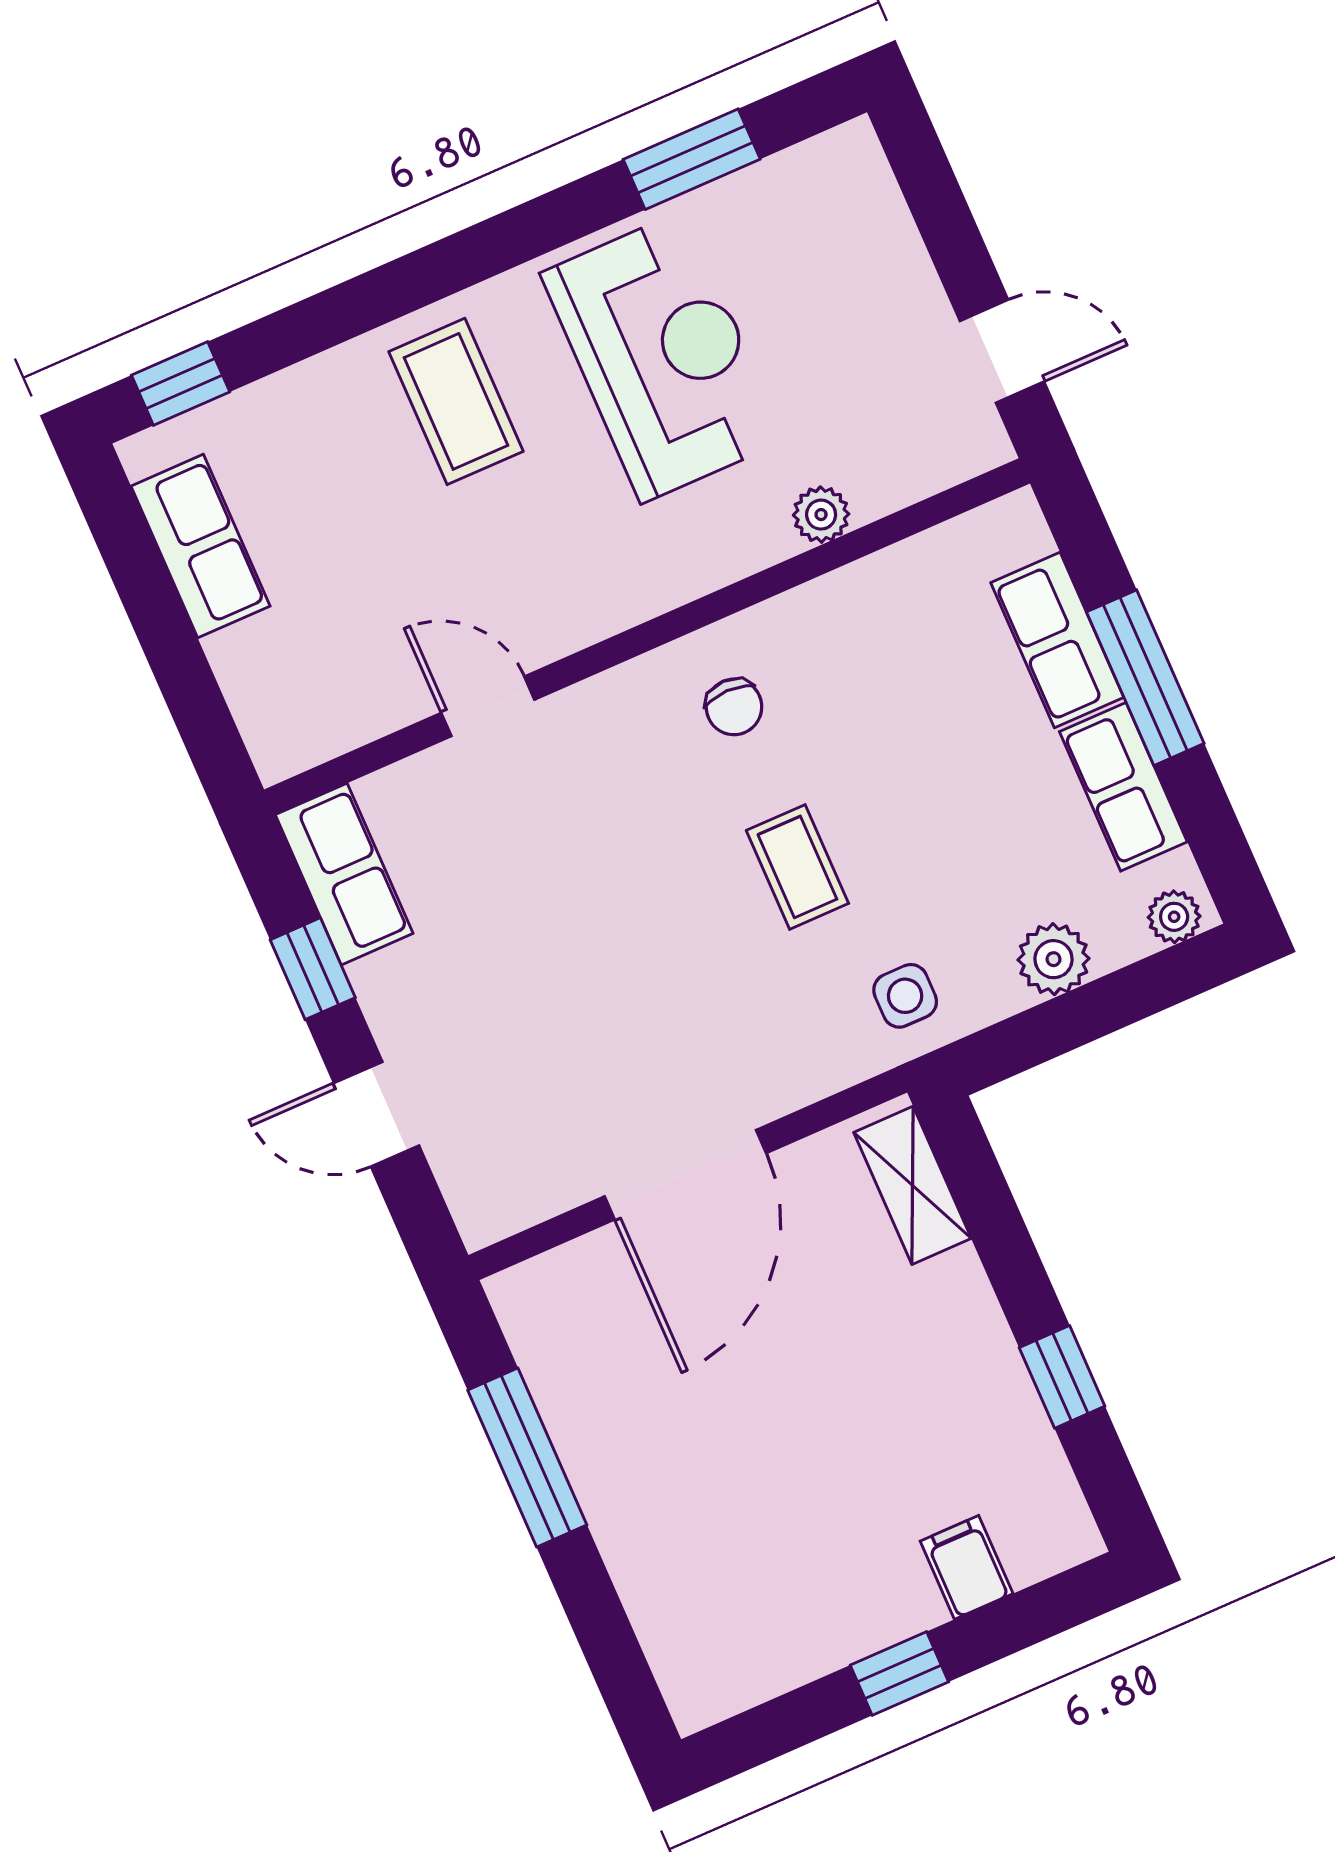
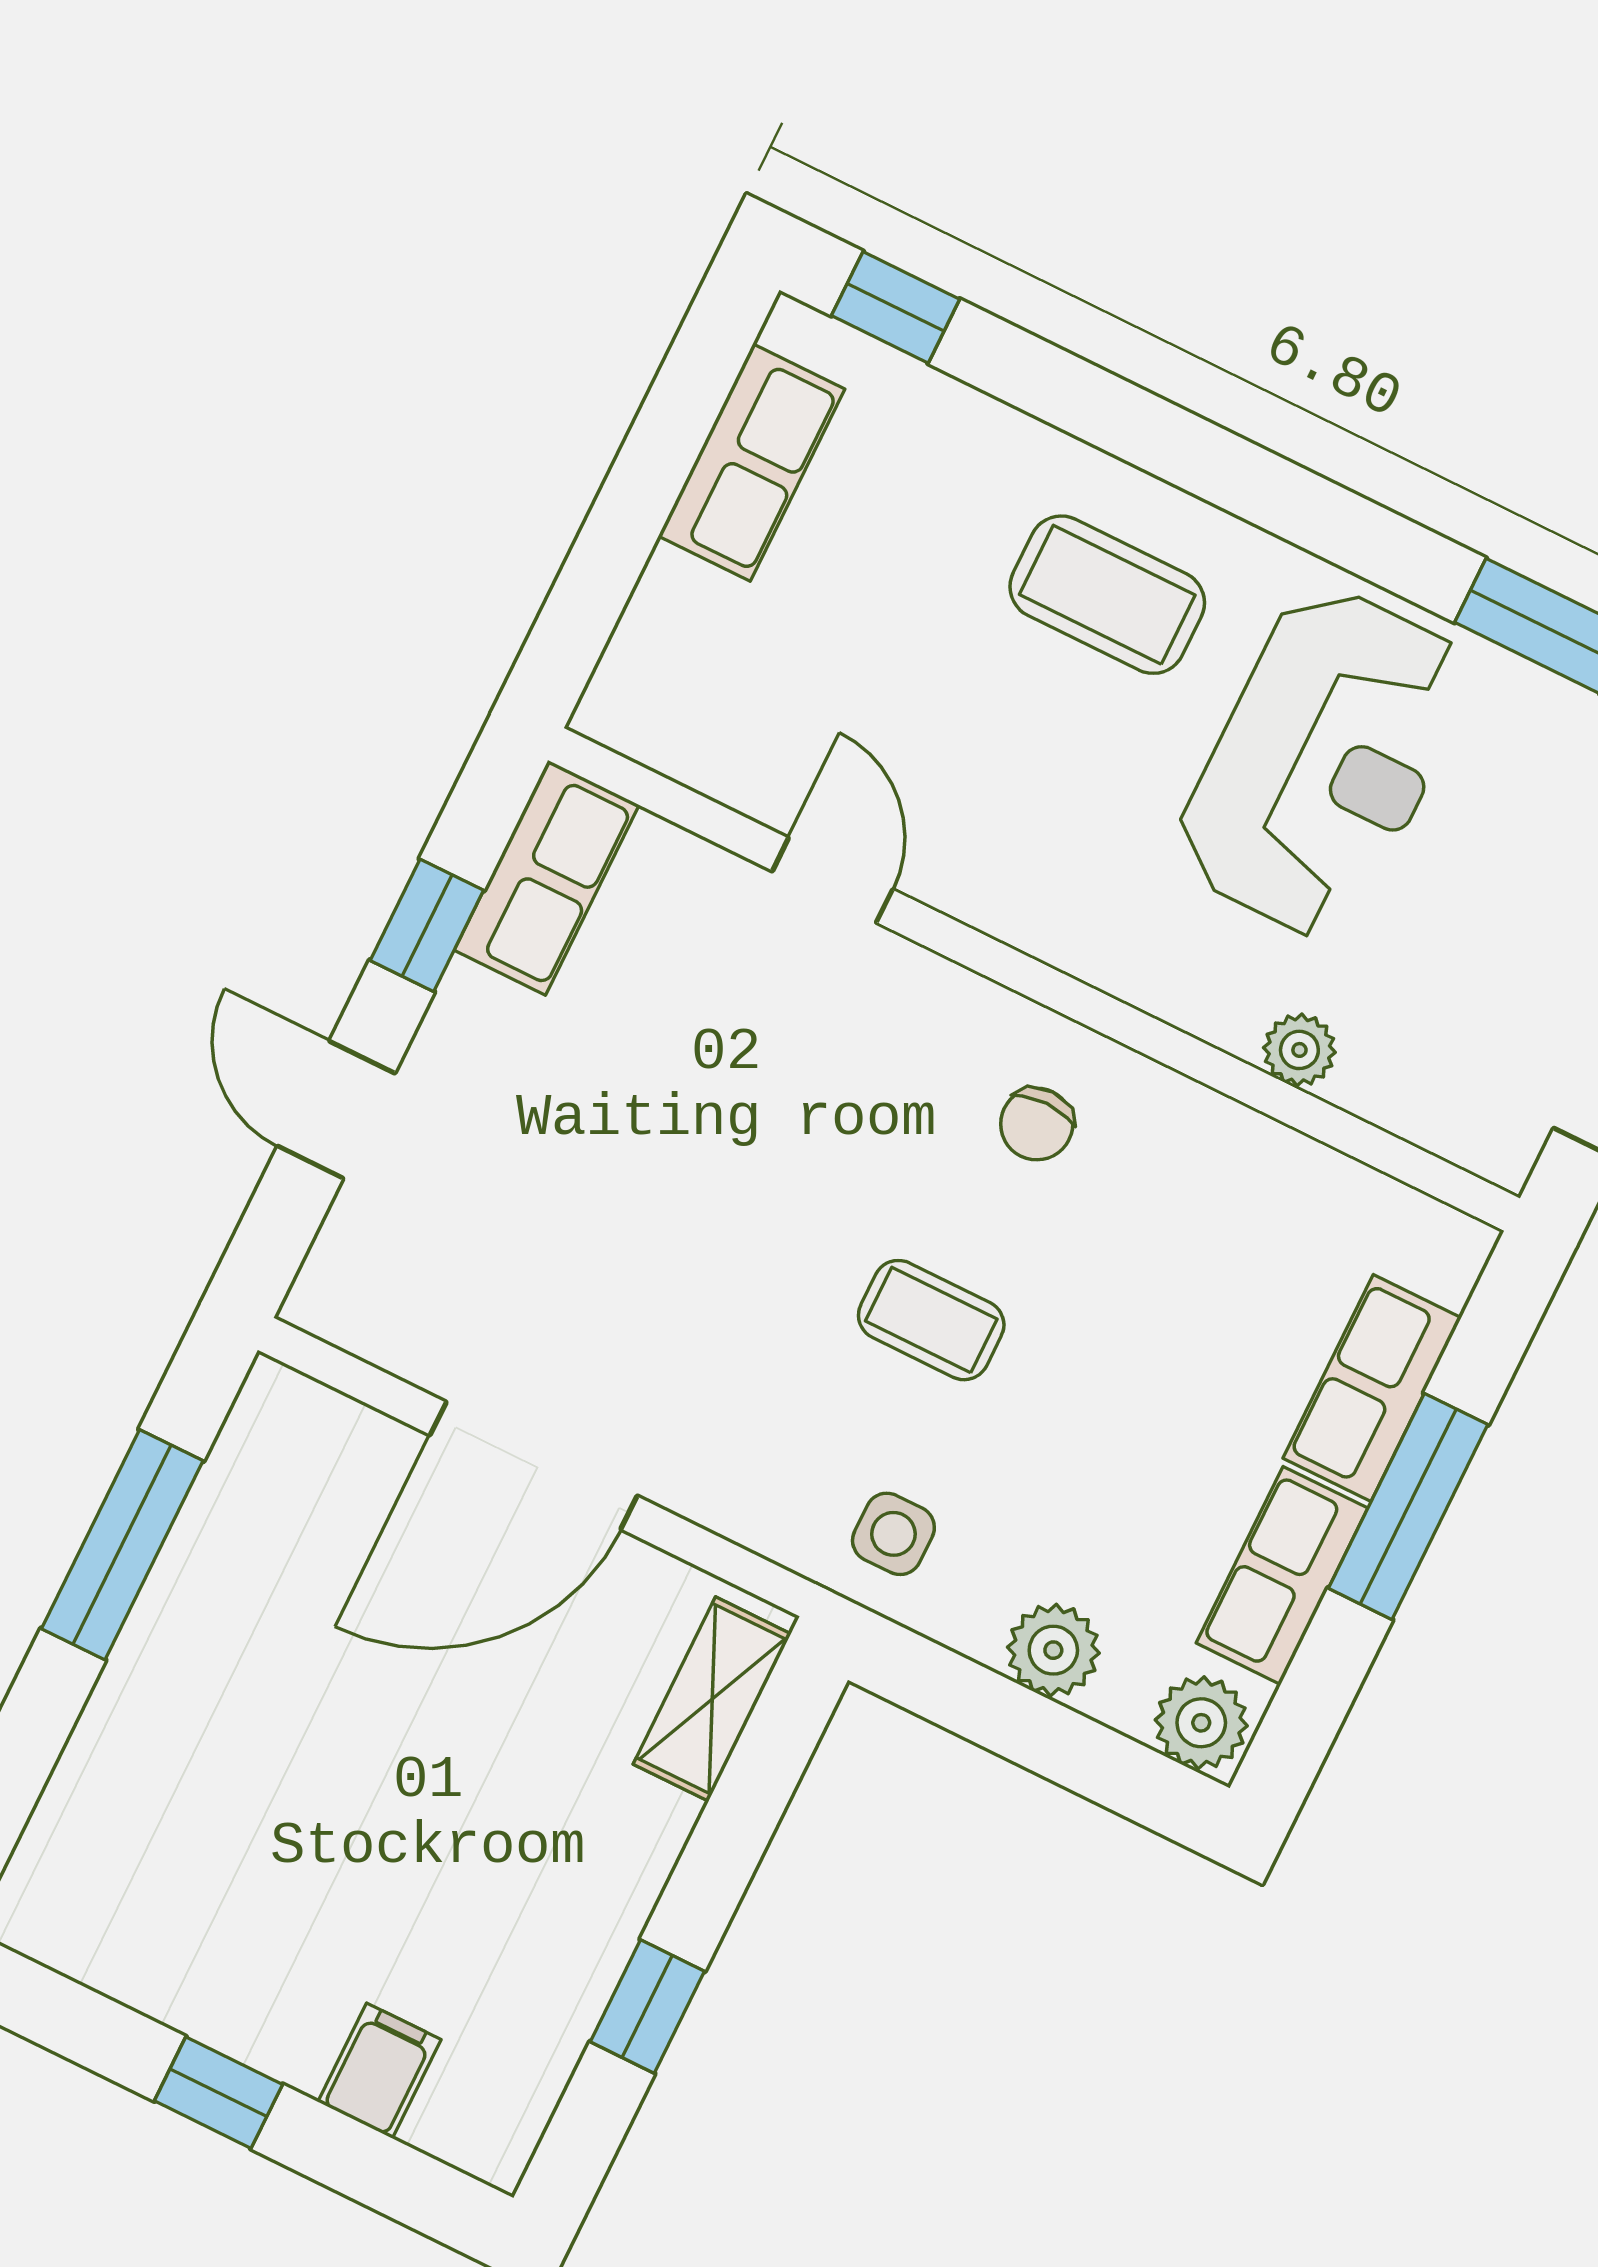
coffee table: (456, 401) -> (1107, 595), turned 90
coffee table: (797, 867) -> (931, 1320), turned 90
plant: (1174, 917) -> (1201, 1723), width x1.38, depth x1.38

